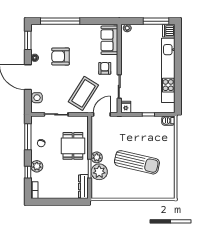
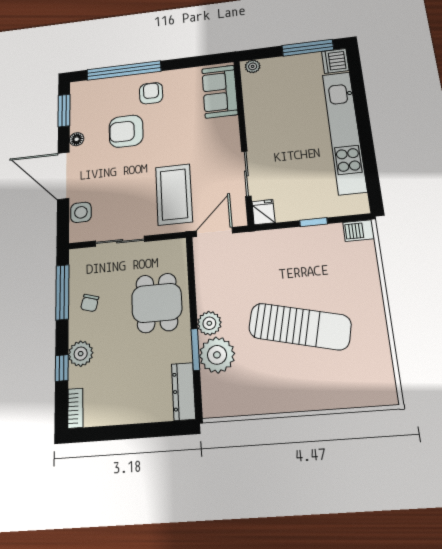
armchair: (105, 68) -> (151, 93), moved
coffee table: (83, 93) -> (174, 194), turned -32

